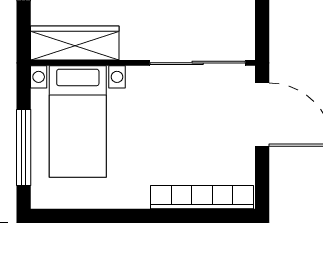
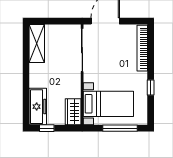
wardrobe: (75, 43) -> (73, 112), width x0.67
window: (114, 216) -> (151, 87), added

